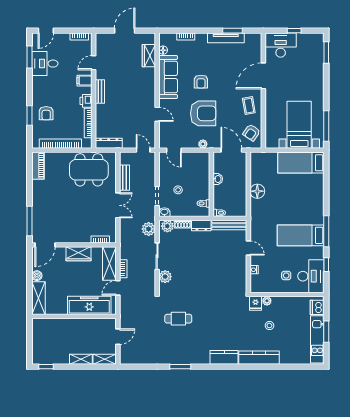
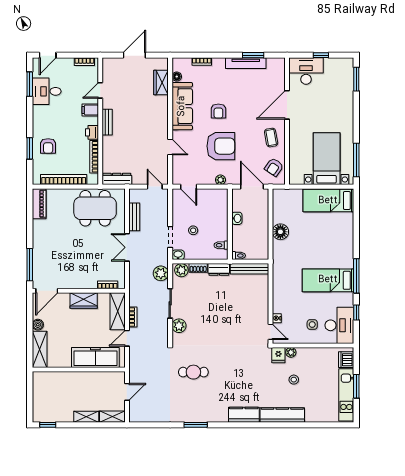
double door: (118, 205) -> (127, 247), swing flipped
door: (248, 248) -> (271, 332), moved

